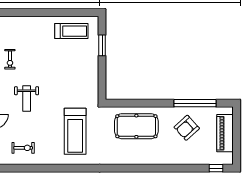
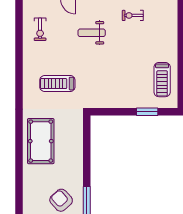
pool table: (136, 126) -> (41, 141), moved
treadmill: (75, 131) -> (57, 84), width x0.73, depth x0.73

